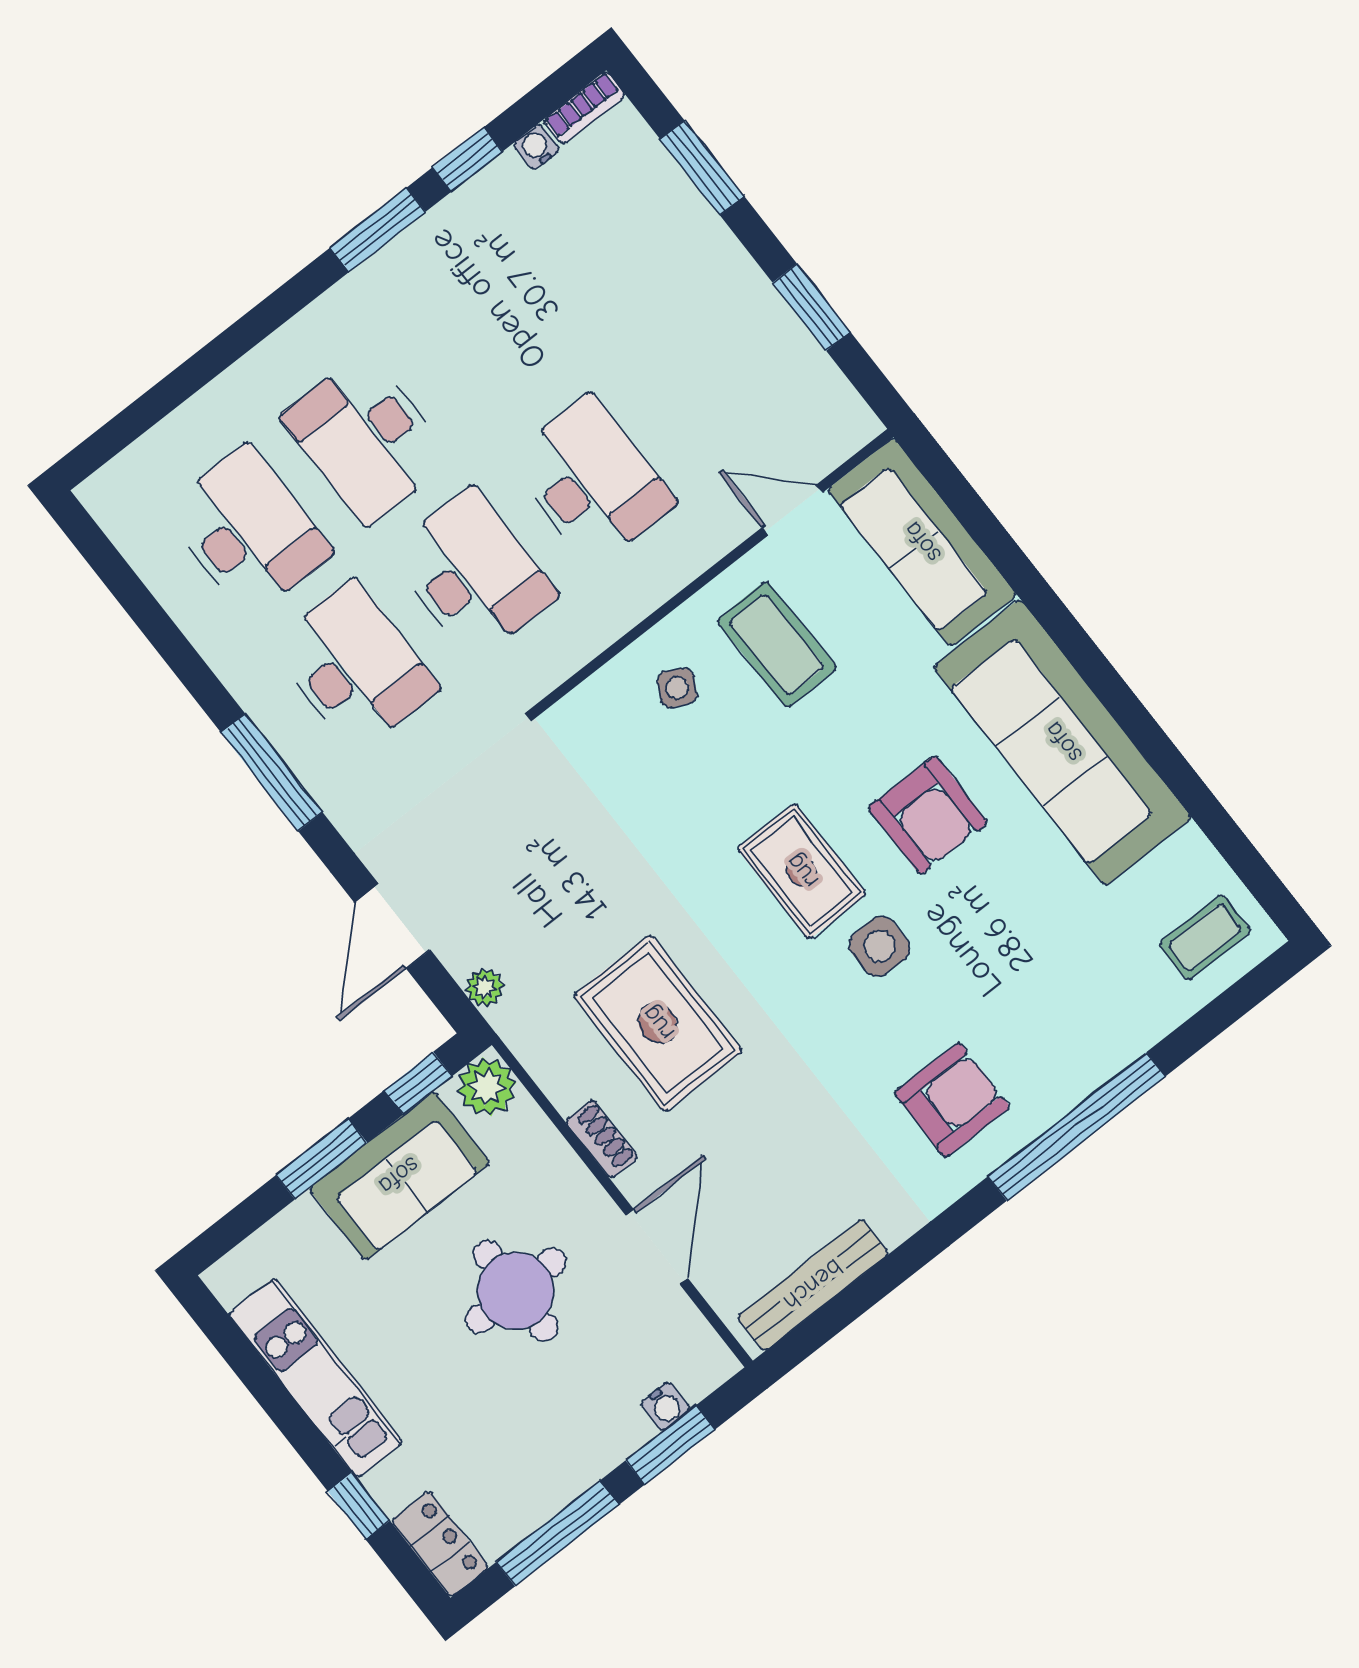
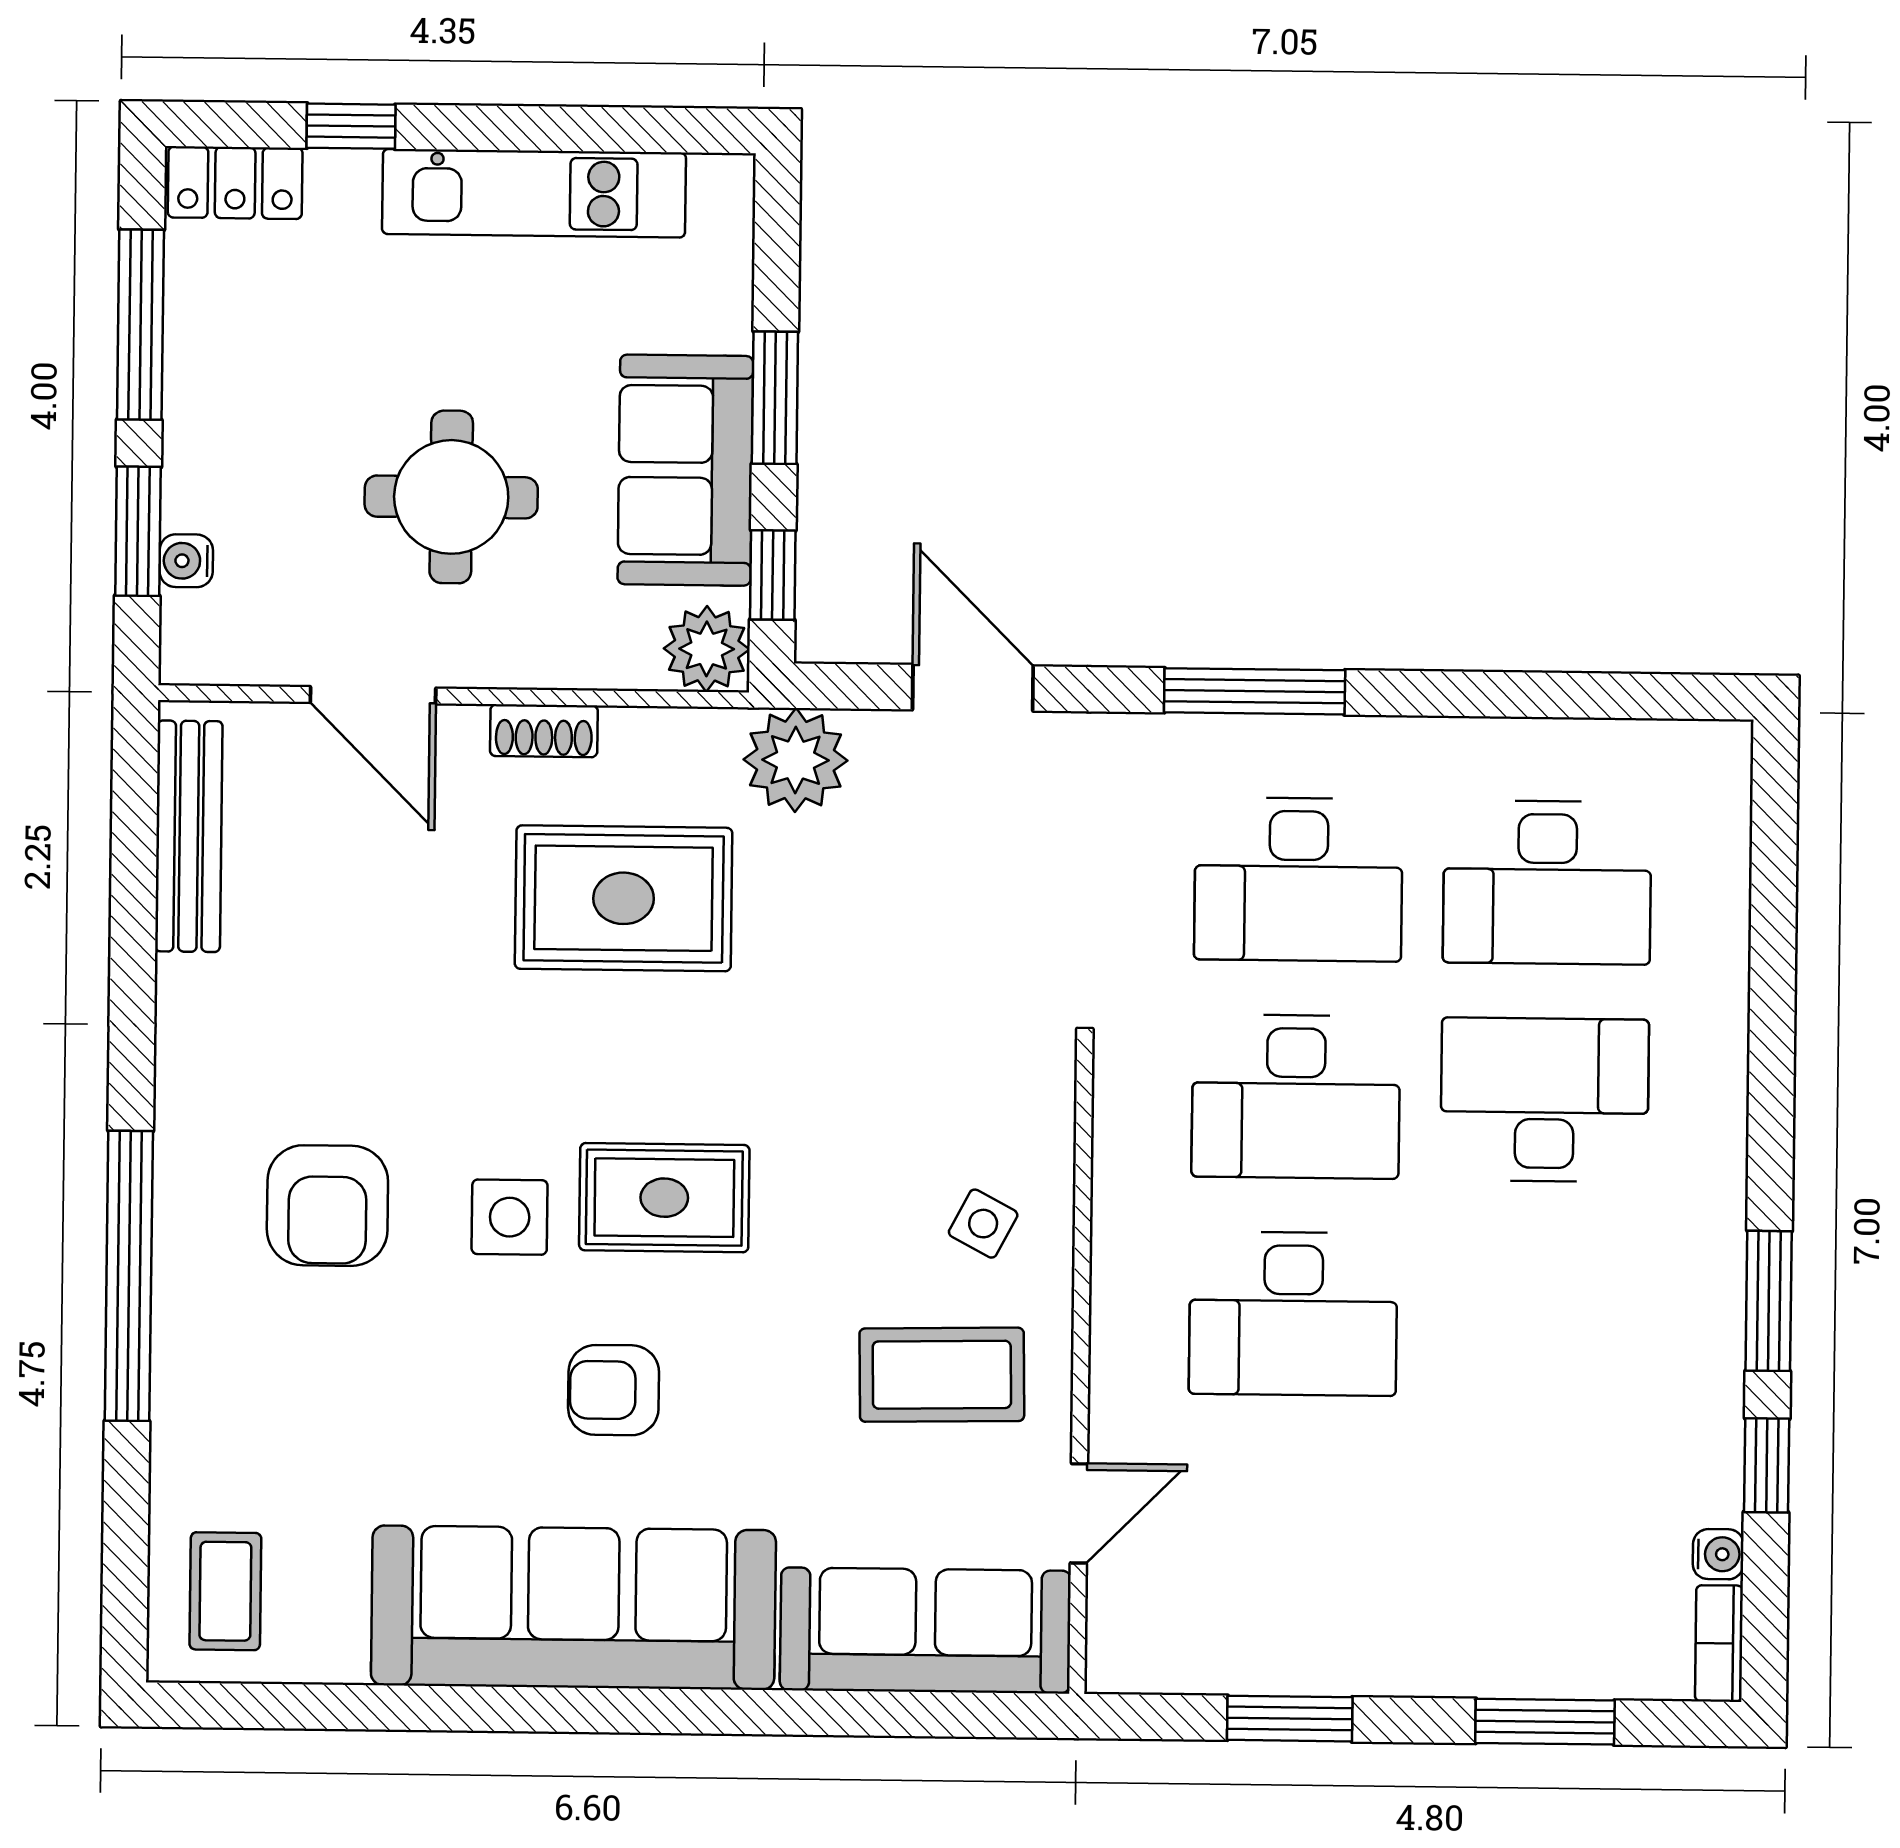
armchair: (928, 815) -> (614, 1390), width x0.72, depth x0.72
plant: (485, 988) -> (796, 760), width x1.87, depth x1.87
armchair: (952, 1100) -> (327, 1206), moved

